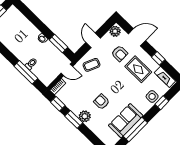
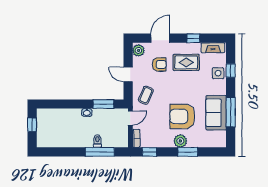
armchair: (102, 102) -> (182, 116), width x1.88, depth x1.88
window: (74, 119) -> (188, 152), moved

